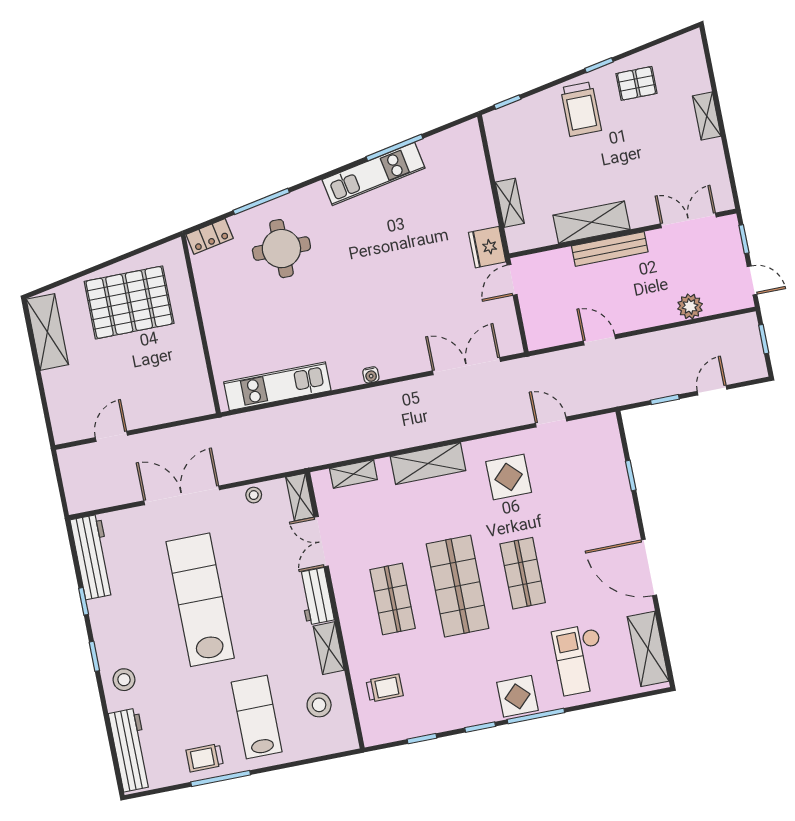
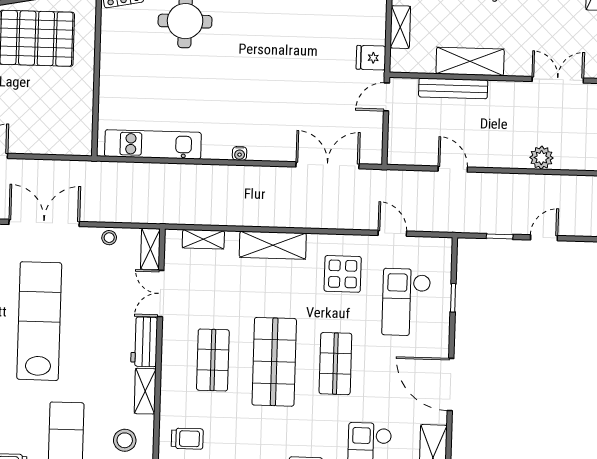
fridge: (487, 247) -> (371, 58), width x0.72
bench: (610, 249) -> (453, 88), moved
checkout: (582, 491) -> (406, 302), added

